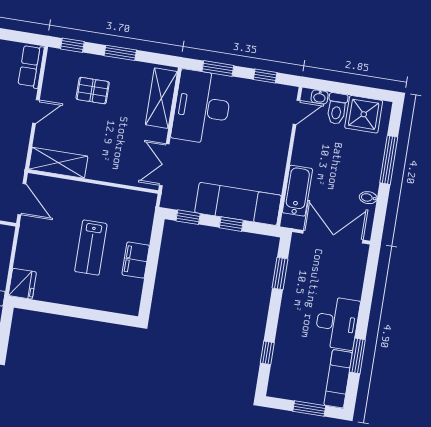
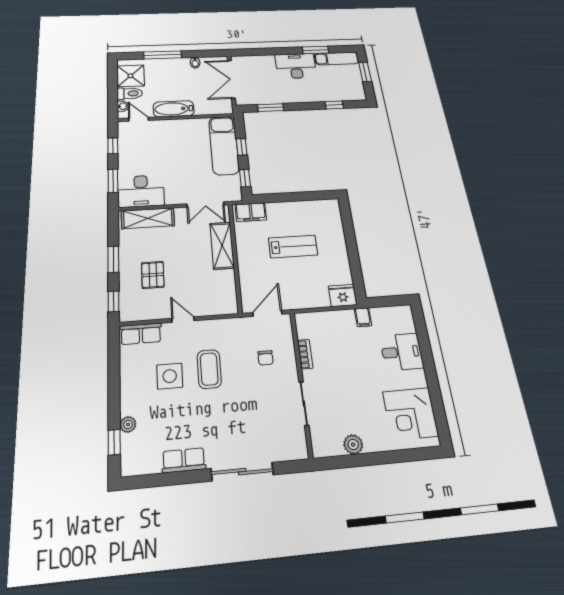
desk: (202, 107) -> (141, 191), width x0.73, depth x0.77
shelving: (58, 163) -> (222, 246), moved
bathtub: (297, 191) -> (174, 109), moved
filing cabinet: (136, 260) -> (251, 212), moved

